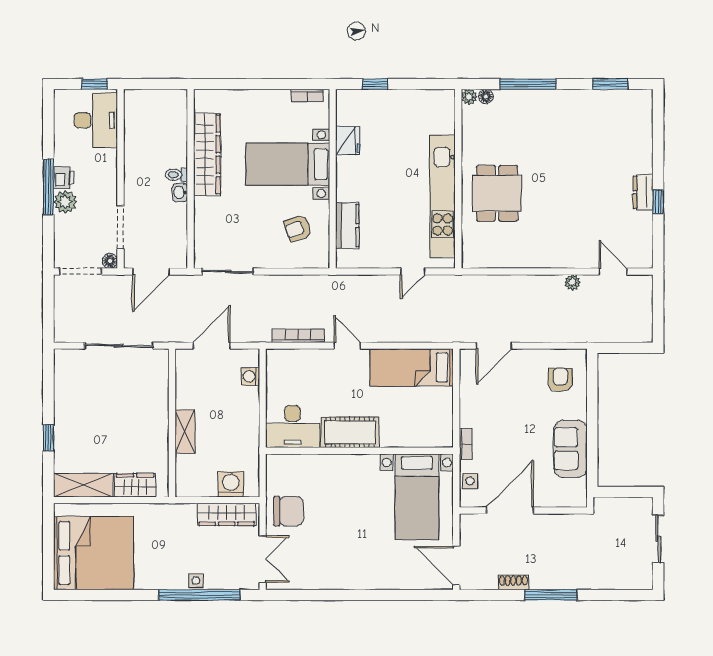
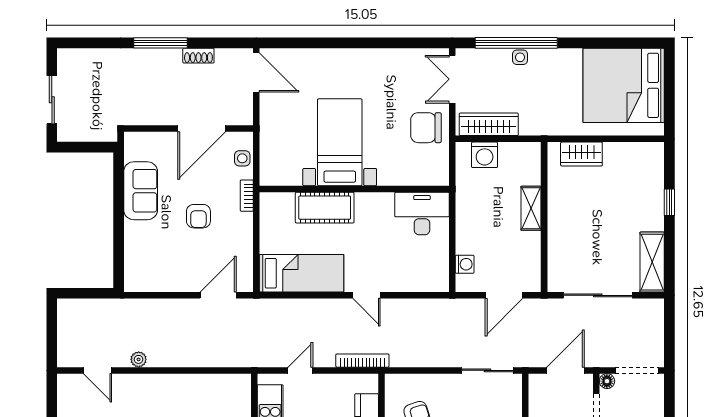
bookcase: (298, 336) -> (362, 361), moved, turned 180
armchair: (560, 380) -> (198, 216), moved
cot: (350, 432) -> (325, 208), moved
shelving: (83, 485) -> (652, 262), moved, turned 90
bed with nightstands: (417, 497) -> (340, 142), moved

